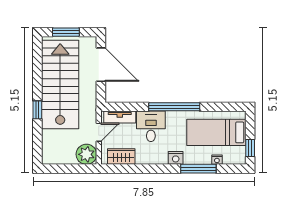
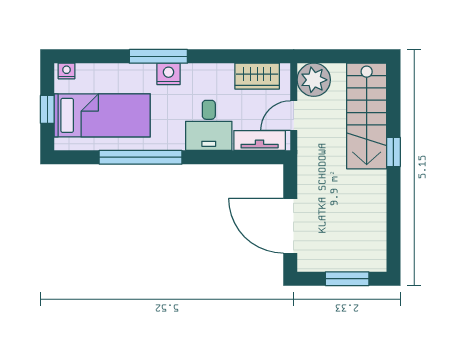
stairs: (60, 84) -> (367, 116), moved, width x0.73, depth x0.66
window: (174, 107) -> (141, 157), moved
window: (250, 148) -> (47, 109), moved
nightstand: (217, 160) -> (66, 71), moved
window: (198, 169) -> (158, 56), moved

